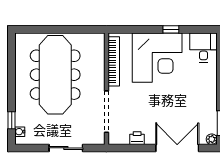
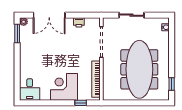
window: (171, 29) -> (81, 103), moved
corner desk: (157, 58) -> (64, 87), width x0.74, depth x0.74
window: (12, 120) -> (172, 84), moved

